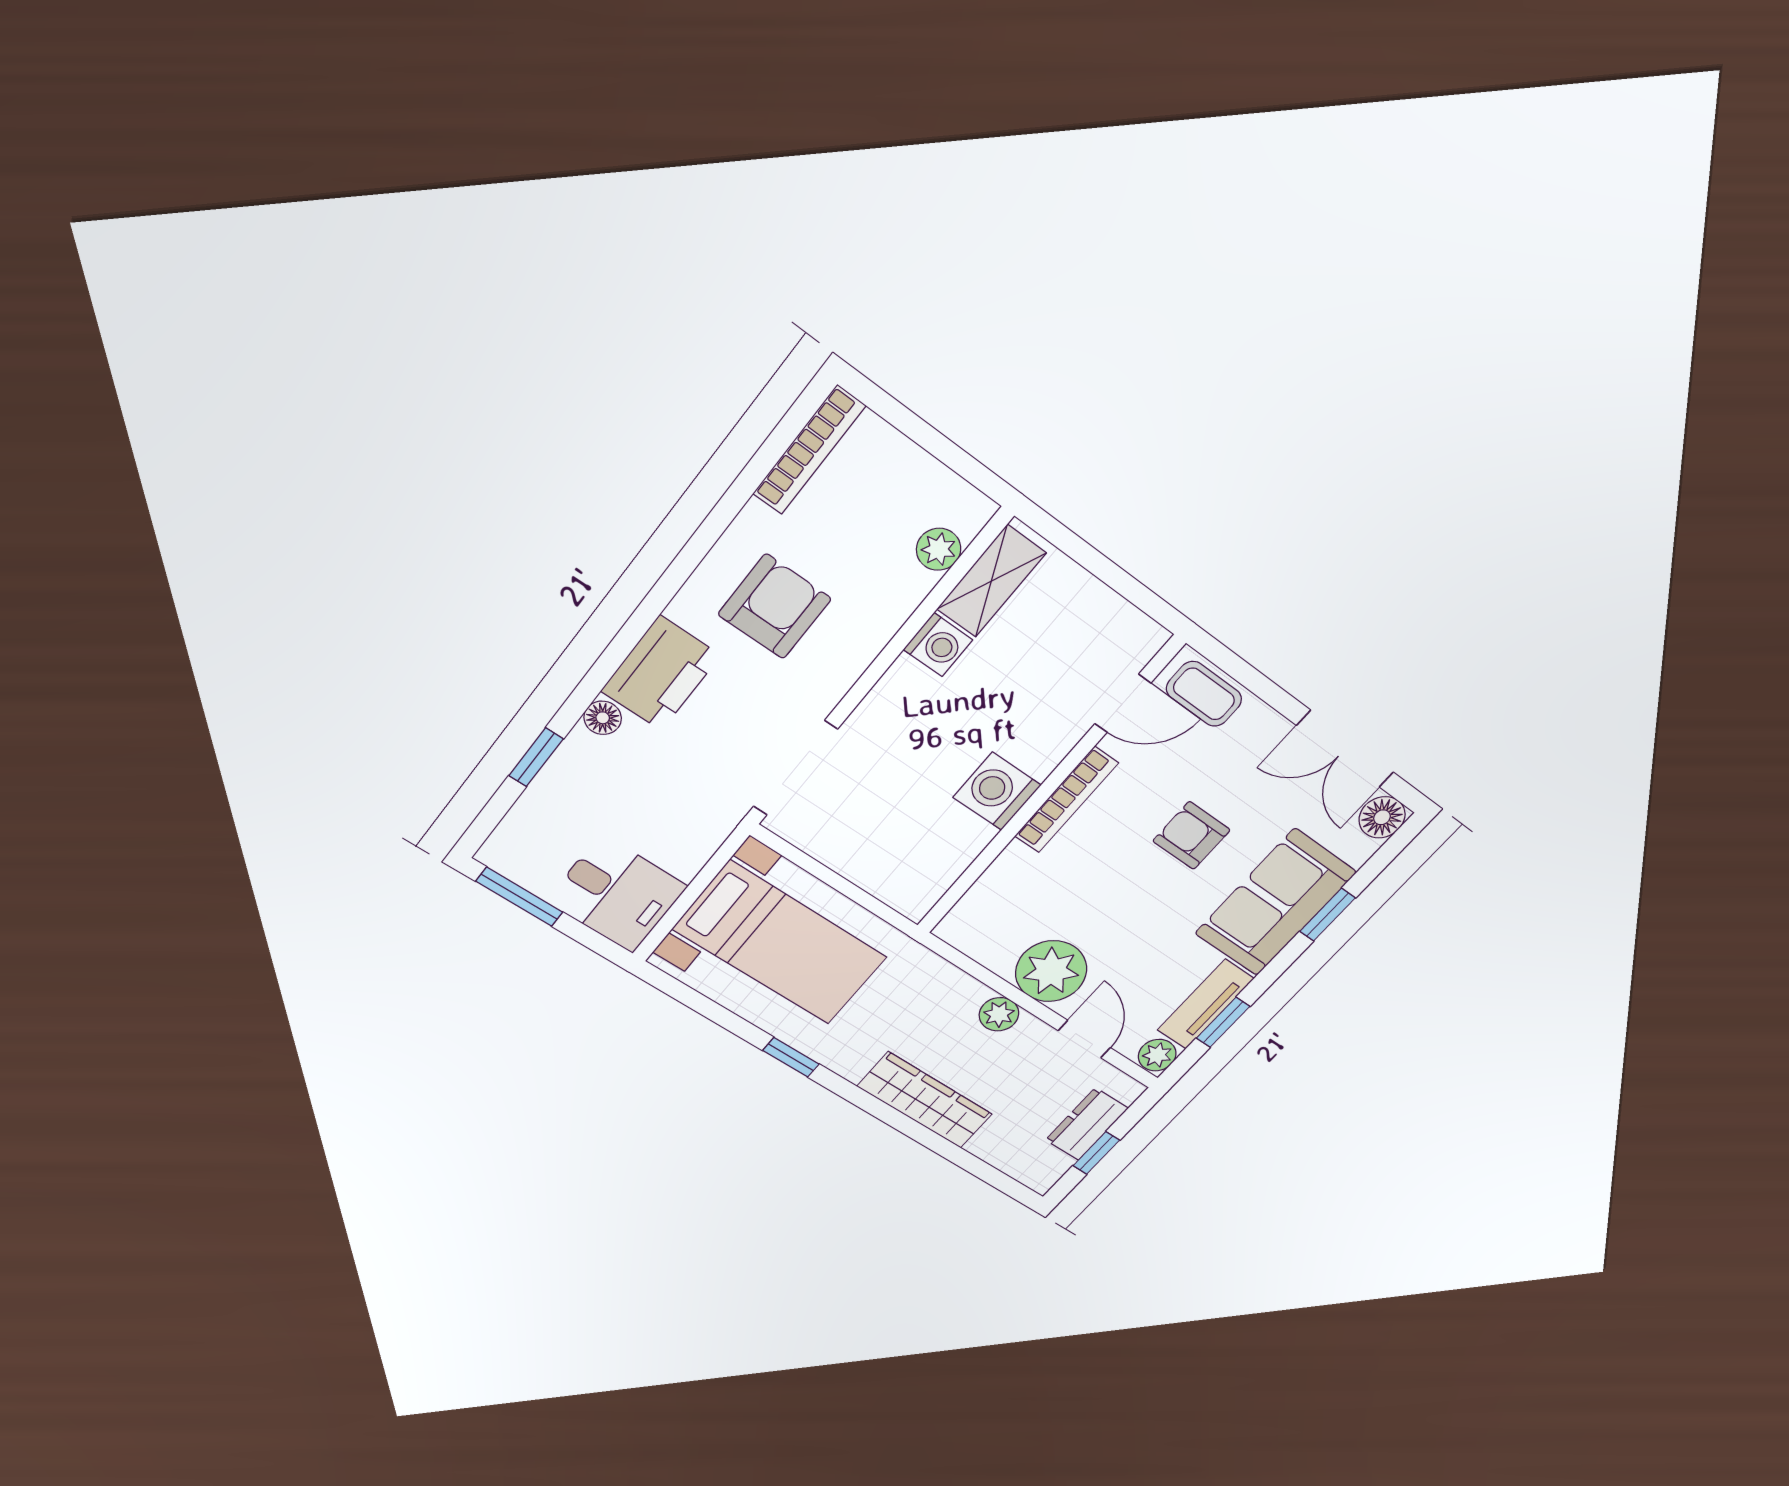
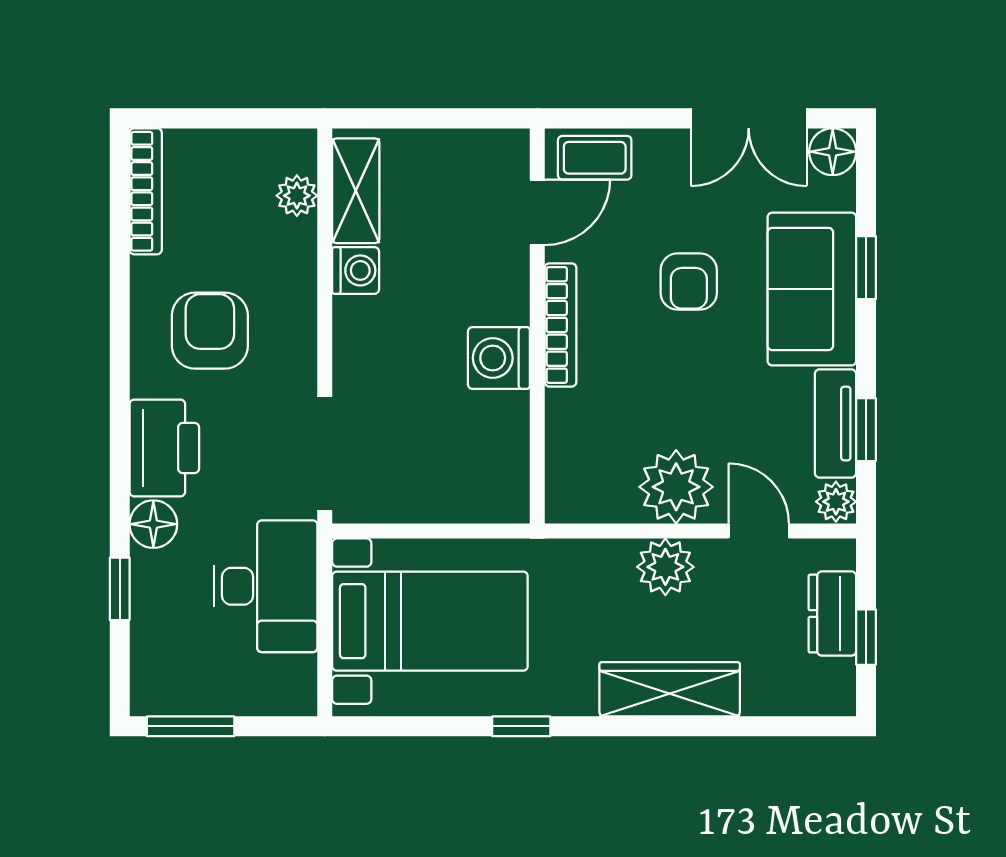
floor lamp: (603, 718) -> (153, 524), width x1.37, depth x1.37
armchair: (1191, 835) -> (689, 282), turned -90
desk: (617, 894) -> (266, 586), moved, width x1.37
plant: (999, 1014) -> (665, 567), width x1.38, depth x1.38

